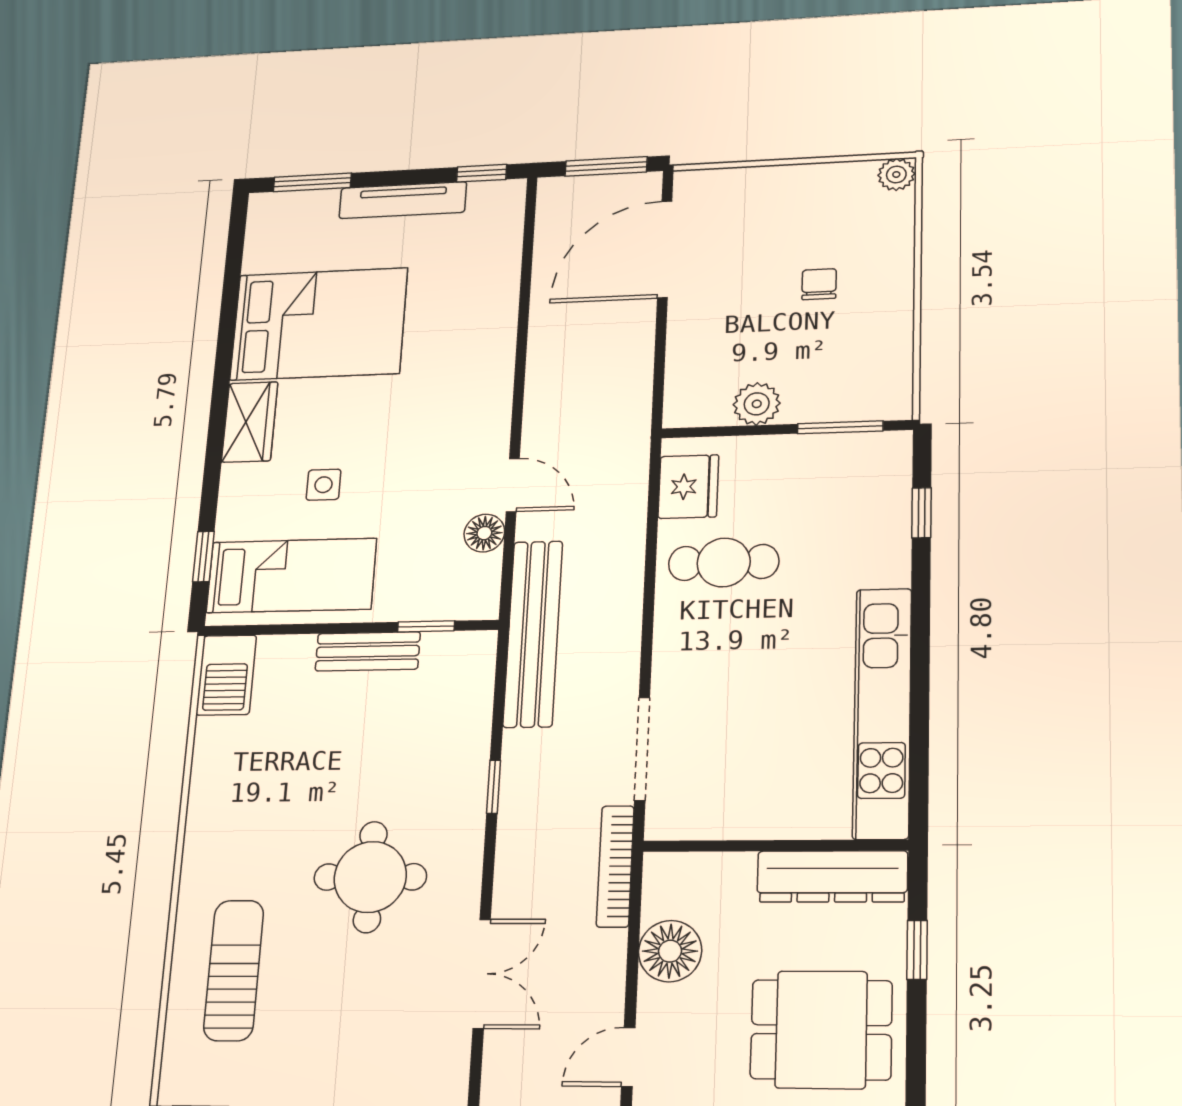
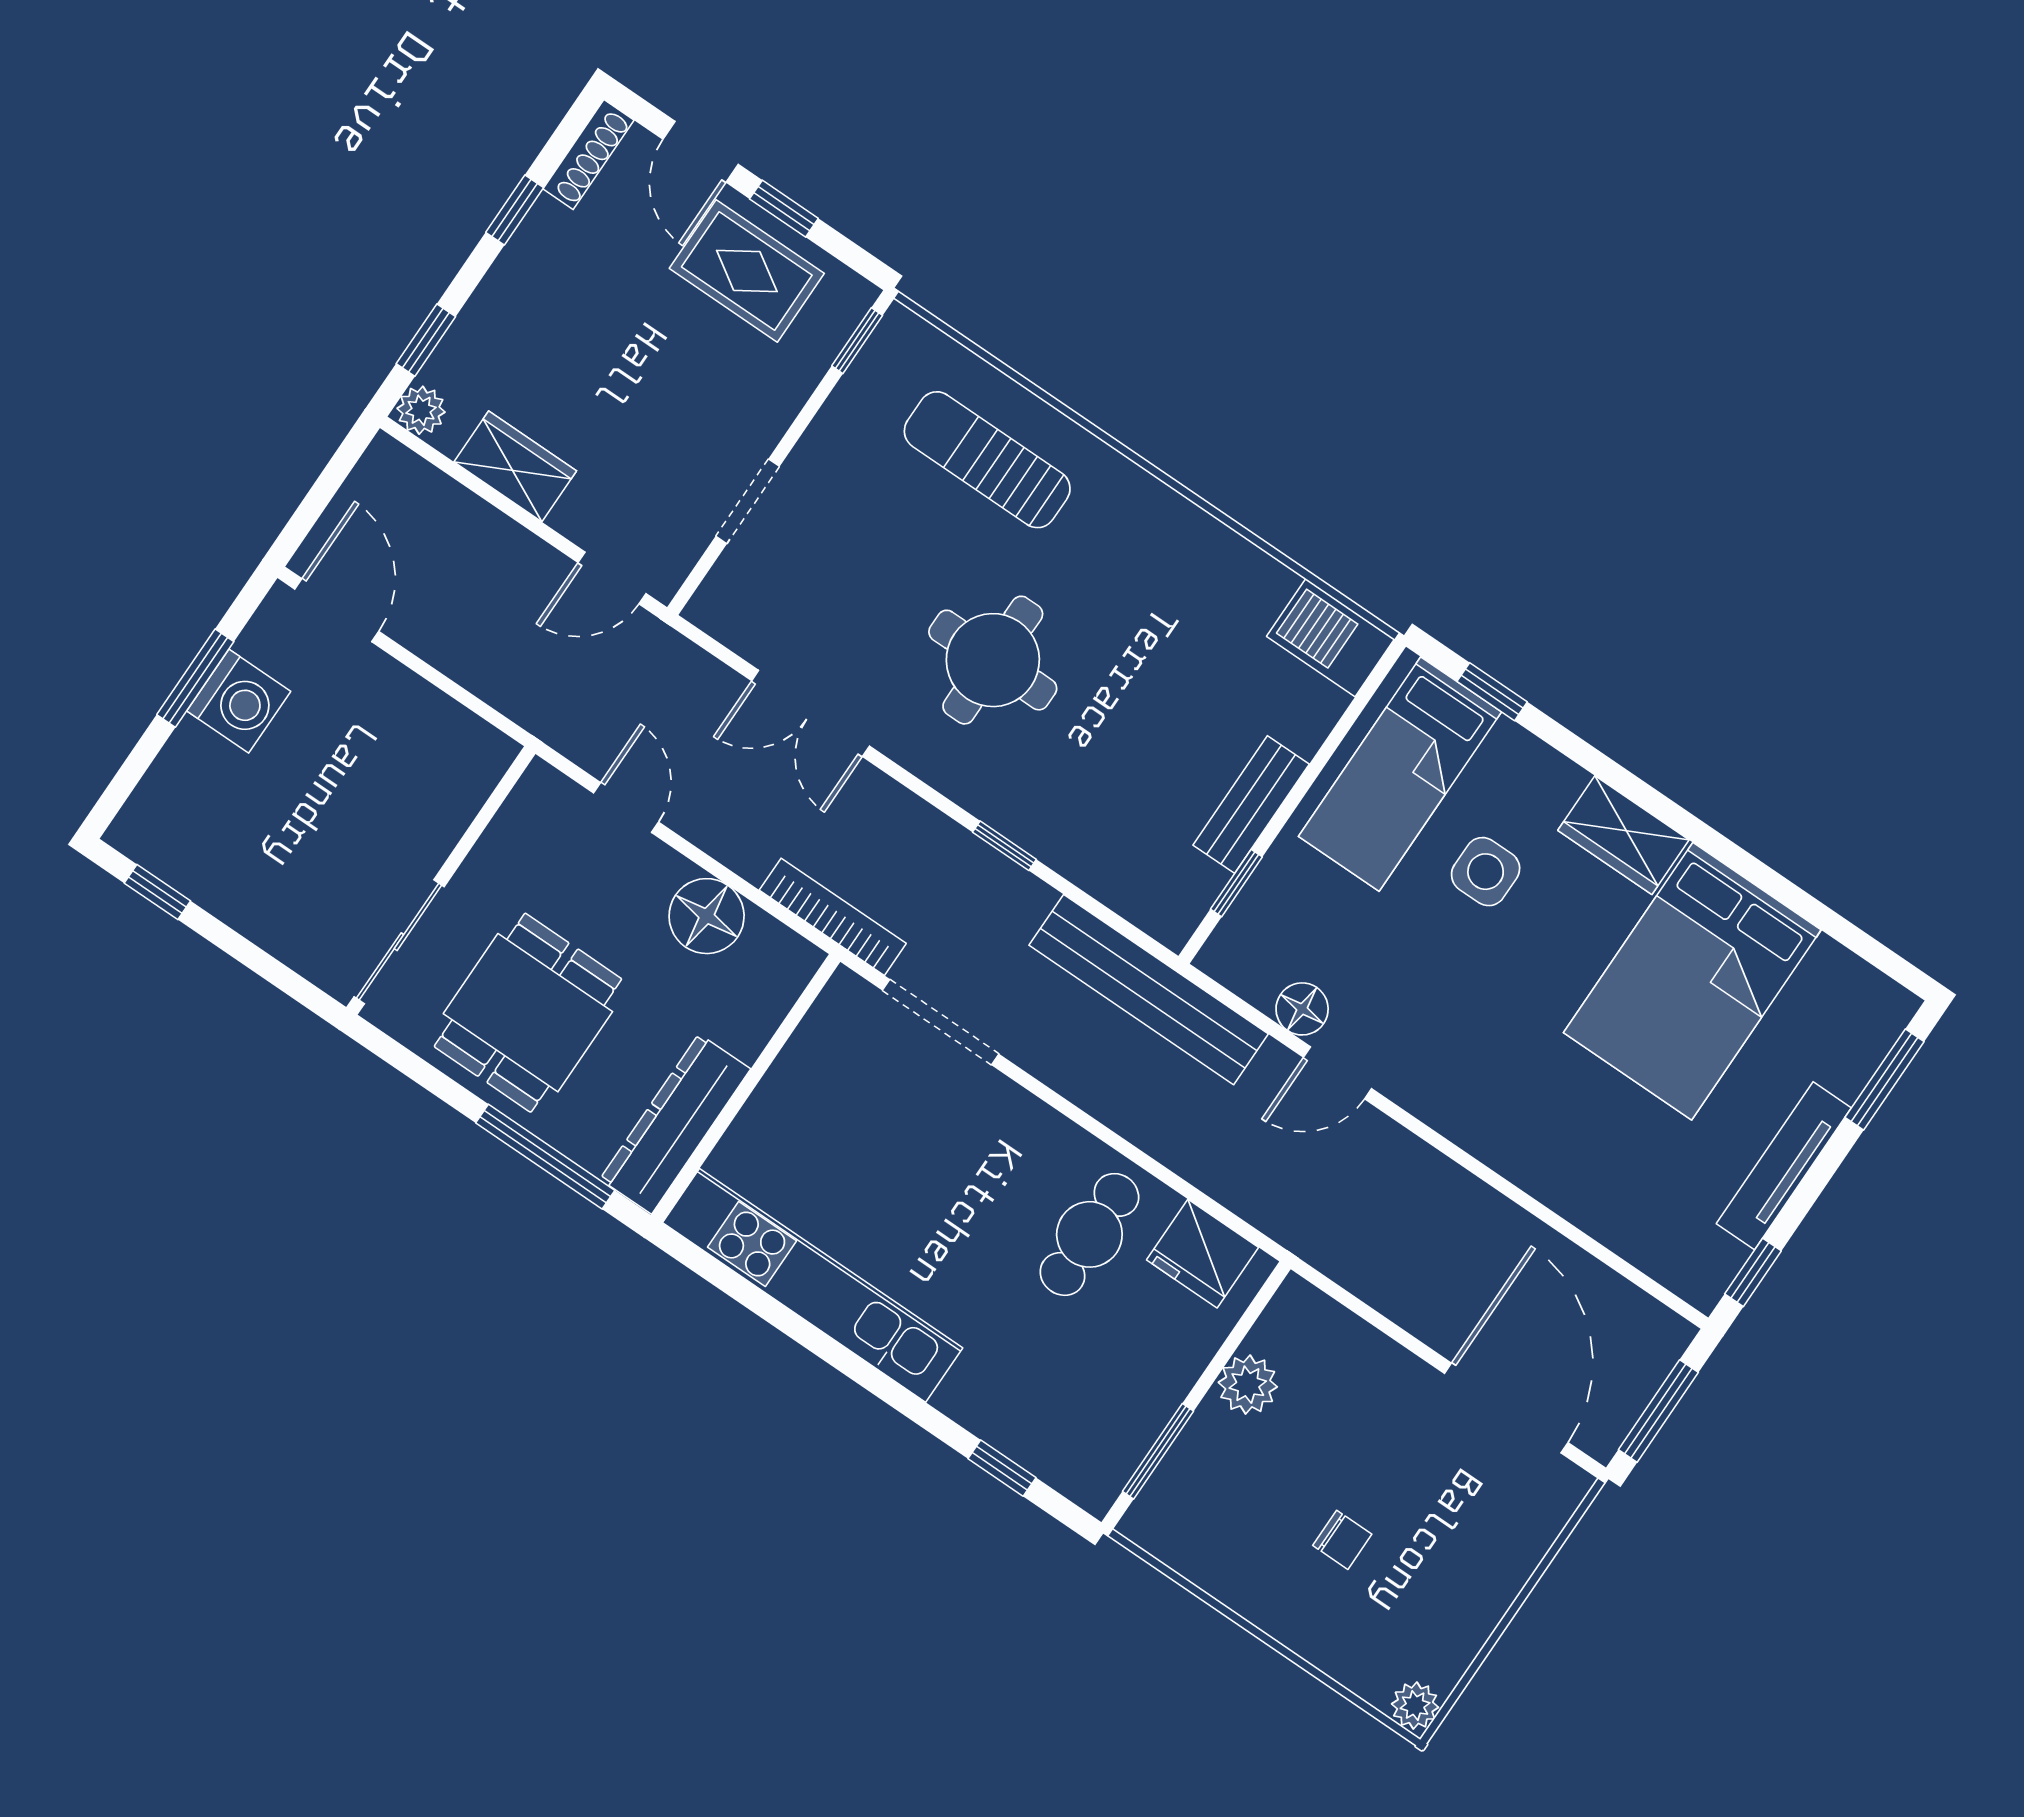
side table: (324, 485) -> (1486, 872), width x1.37, depth x1.37
window: (917, 950) -> (545, 1157), width x2.17
sun lounger: (234, 970) -> (987, 460), turned 180

